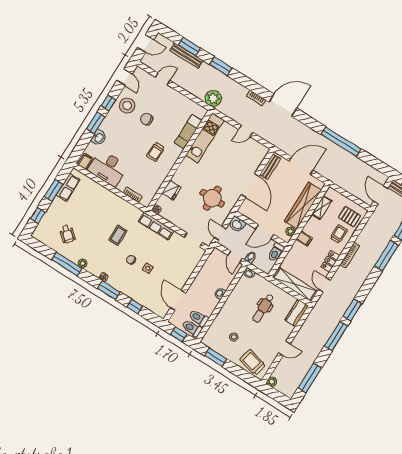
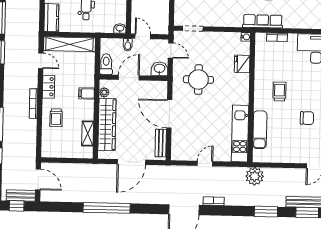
pallet: (349, 217) -> (56, 141), removed
row of seats: (156, 226) -> (263, 21), moved

